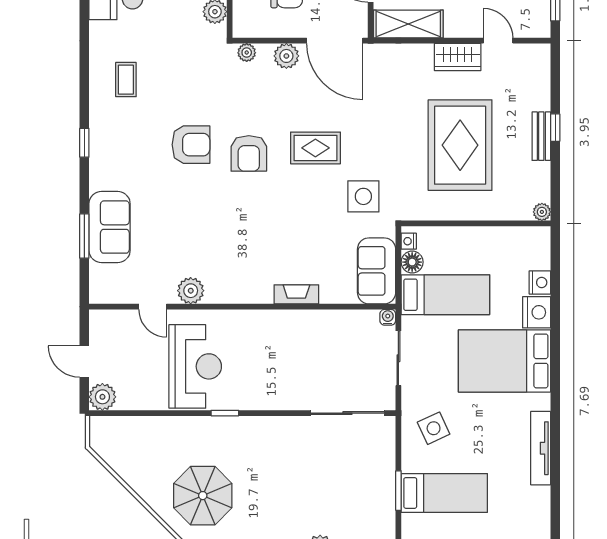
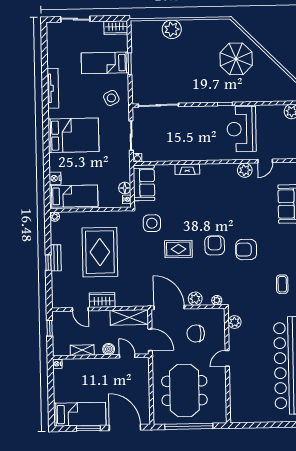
bed: (445, 295) -> (74, 196), moved, turned 180
door: (153, 307) -> (265, 161), swing flipped
nightstand: (537, 312) -> (57, 162), removed

